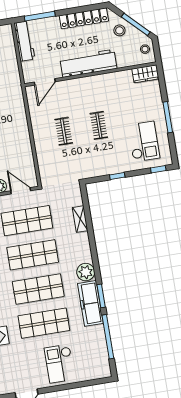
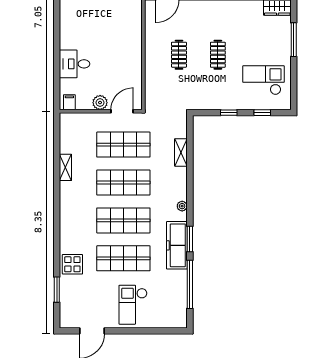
window: (168, 117) -> (294, 40), moved
checkout: (144, 142) -> (264, 80), turned -90
window: (158, 169) -> (262, 113), moved
door: (21, 191) -> (122, 111), hinge flipped
plant: (86, 272) -> (182, 206), width x0.53, depth x0.53

